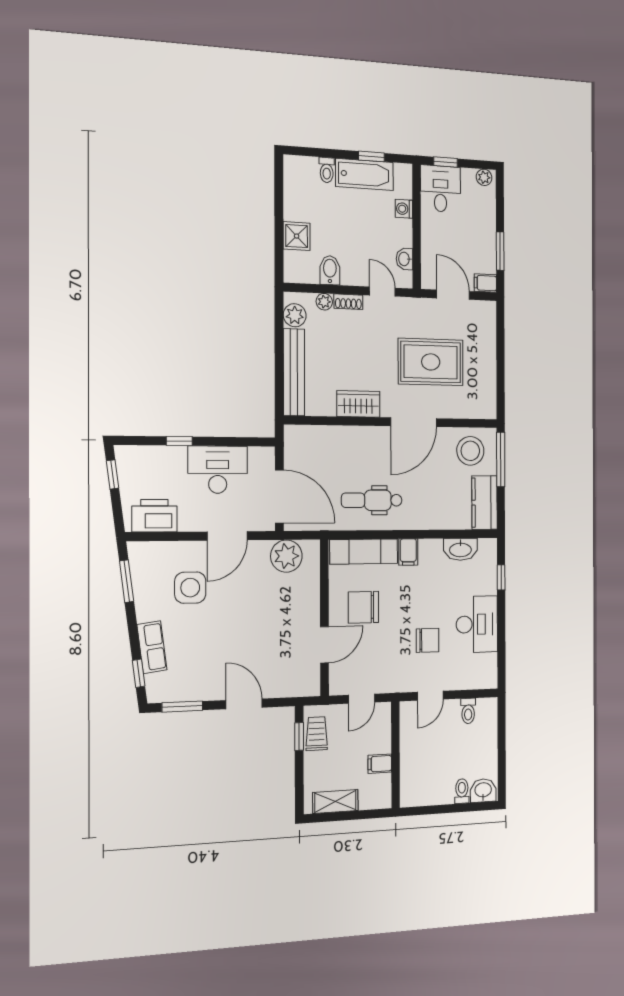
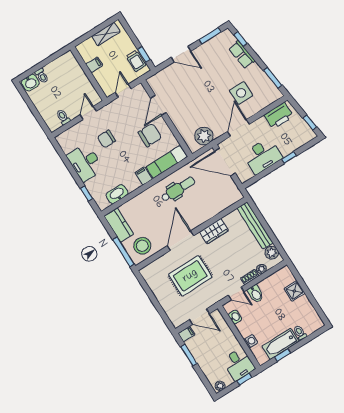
bidet: (330, 270) -> (256, 294), moved

